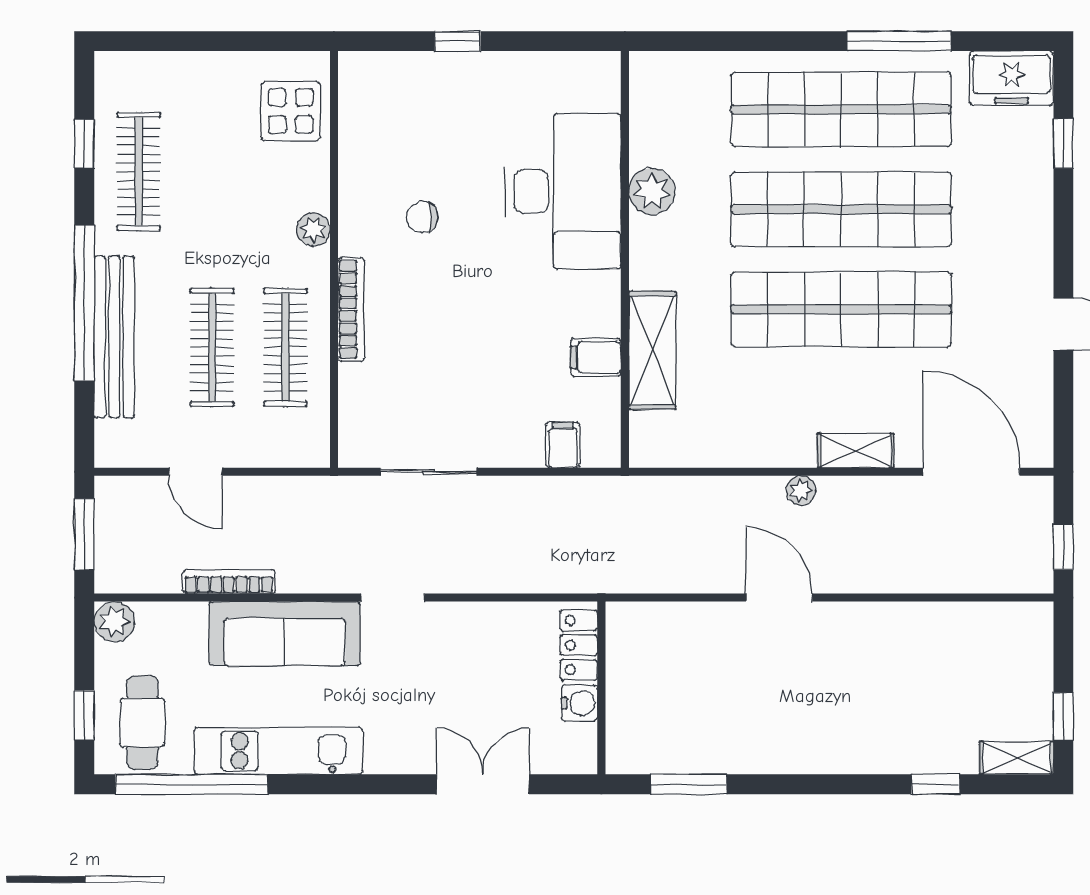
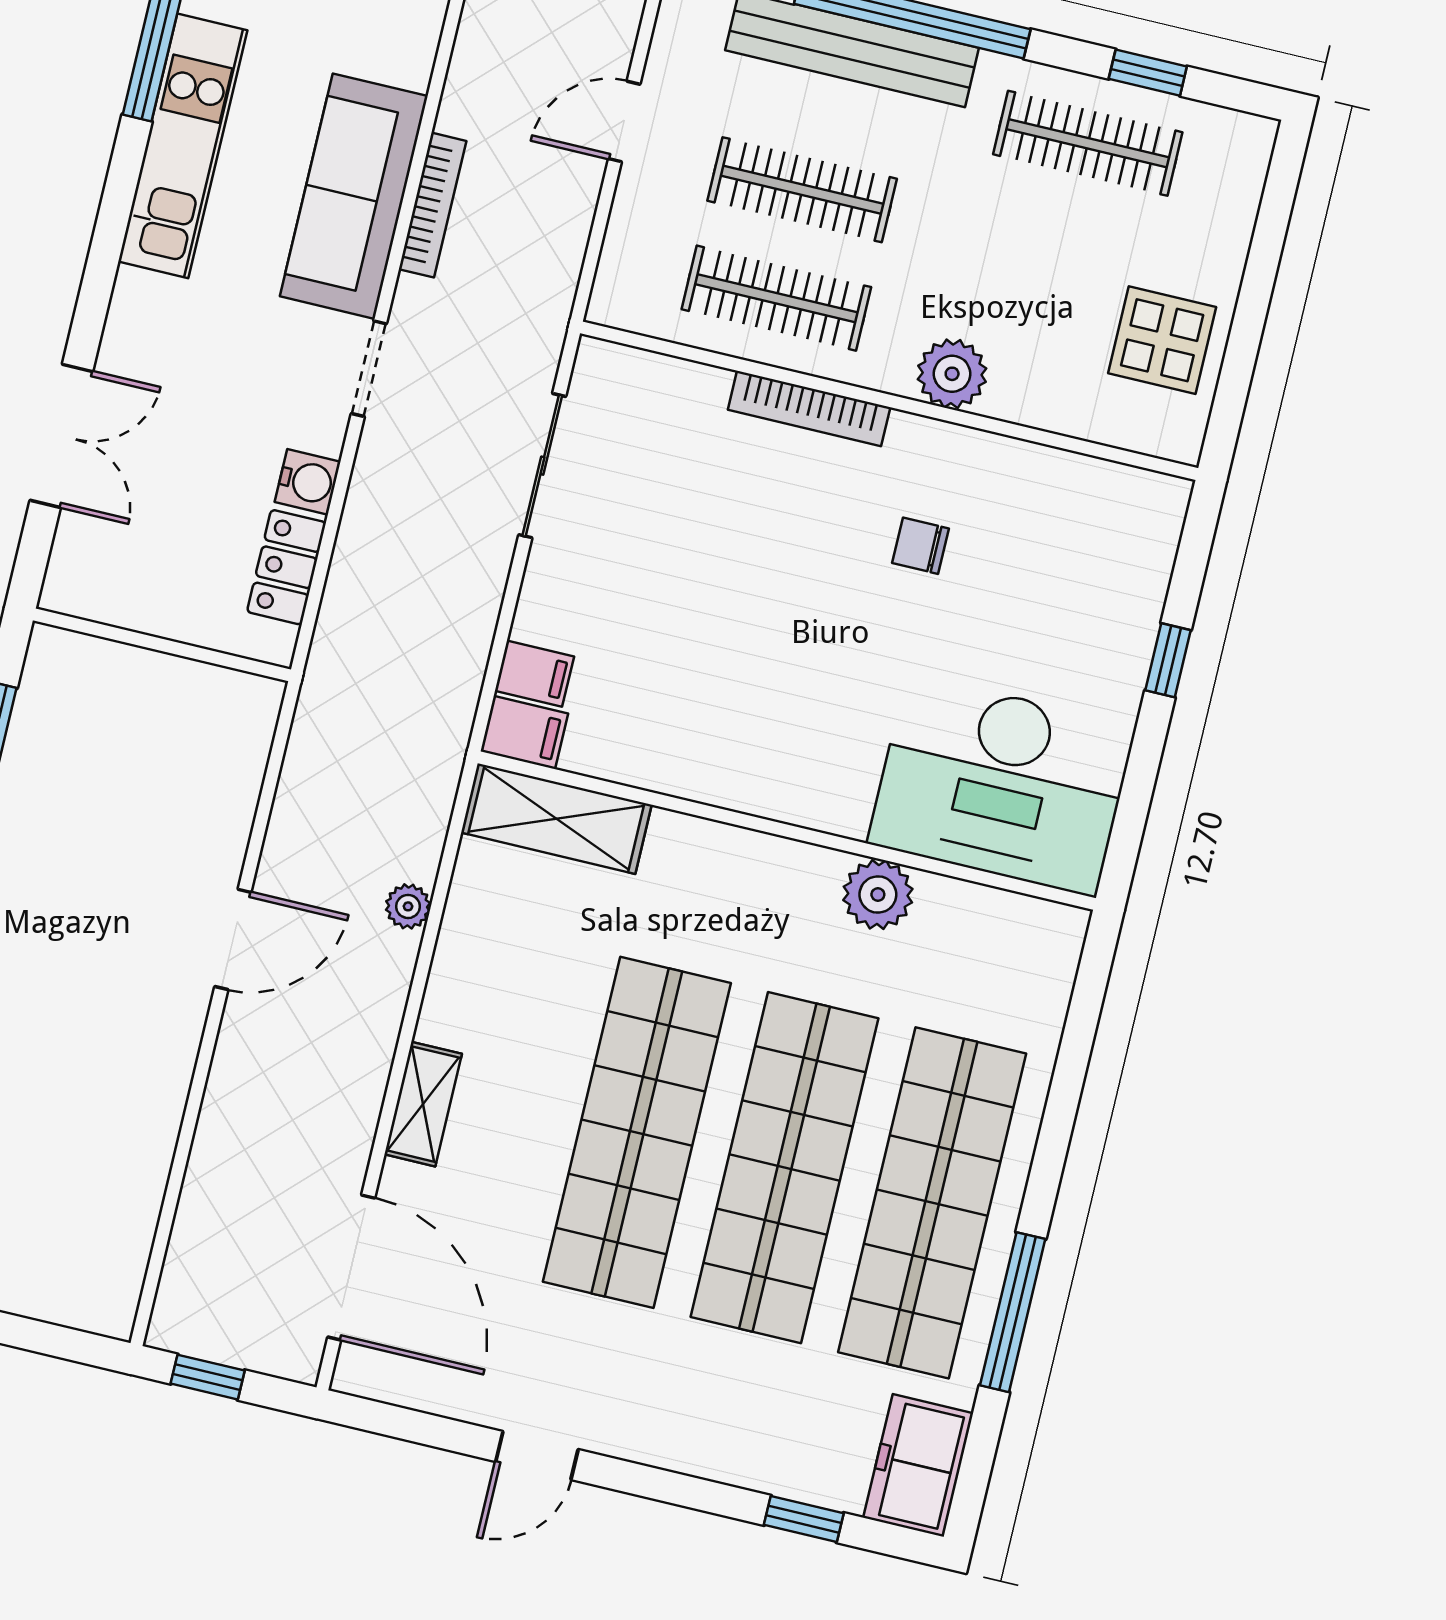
display table: (291, 111) -> (1162, 340), moved
desk: (563, 191) -> (1002, 785), moved
chair: (422, 217) -> (921, 546), turned -90
plant: (313, 229) -> (952, 374), width x1.38, depth x1.38
shelving: (652, 350) -> (556, 819), moved
filing cabinet: (596, 357) -> (524, 732), moved, turned 90
door: (971, 472) -> (351, 1268), hinge flipped
plant: (801, 490) -> (408, 906), moved
bookcase: (229, 582) -> (433, 205), moved
locker: (579, 645) -> (286, 567), moved, turned -90
water cooler: (579, 703) -> (308, 482), moved, turned -90

